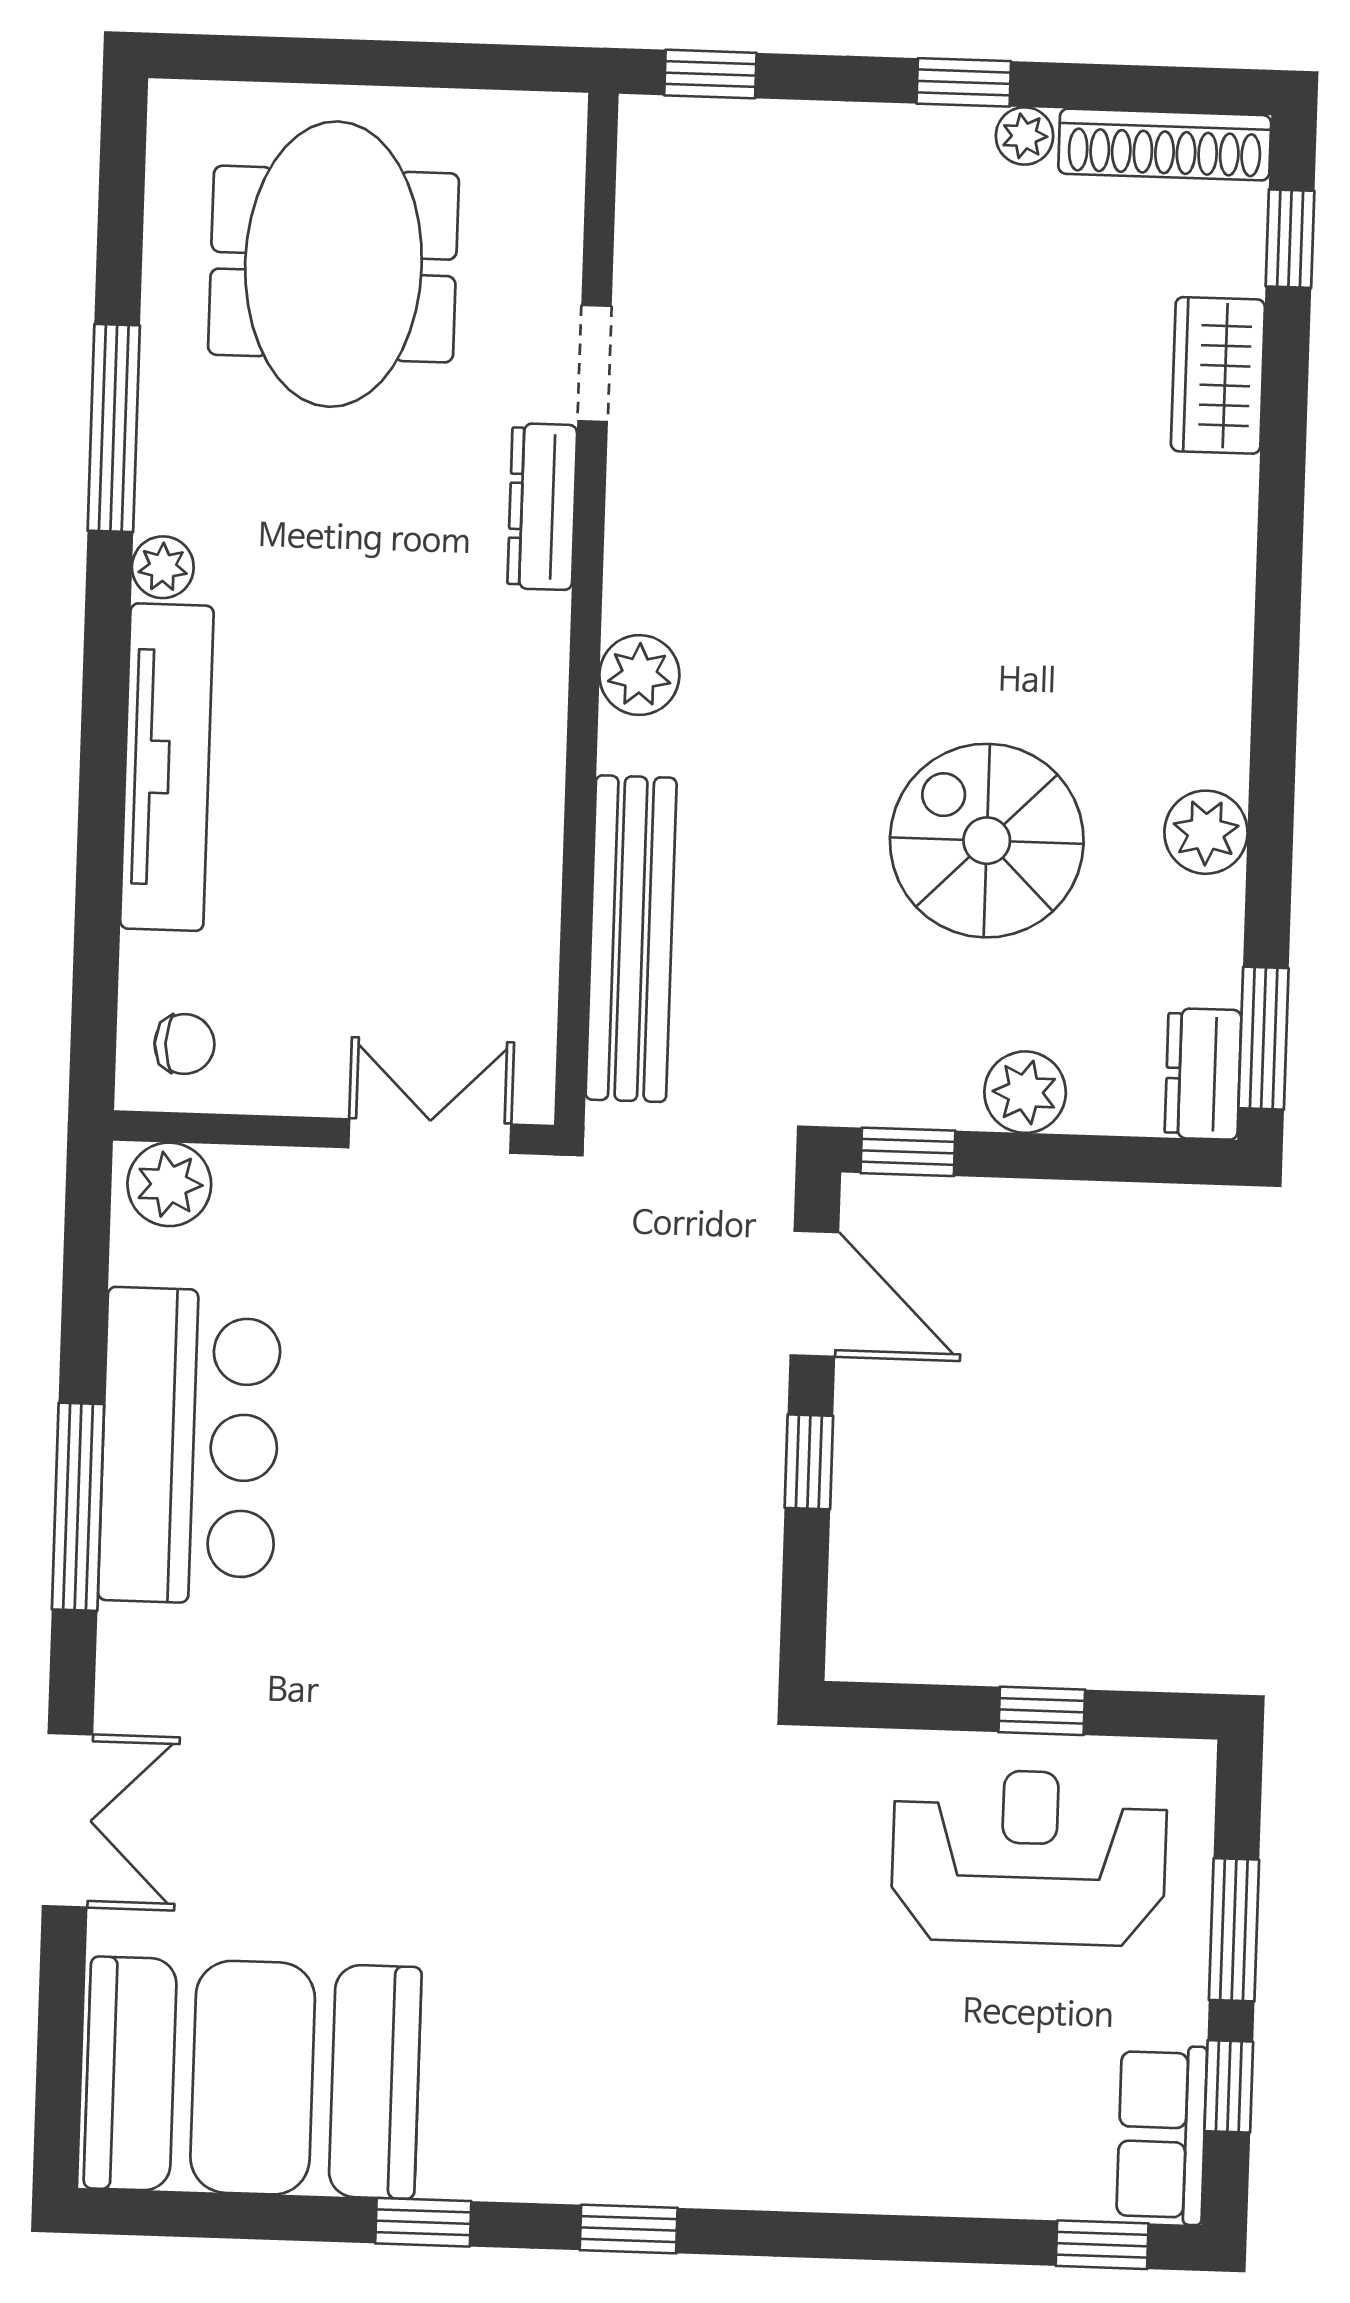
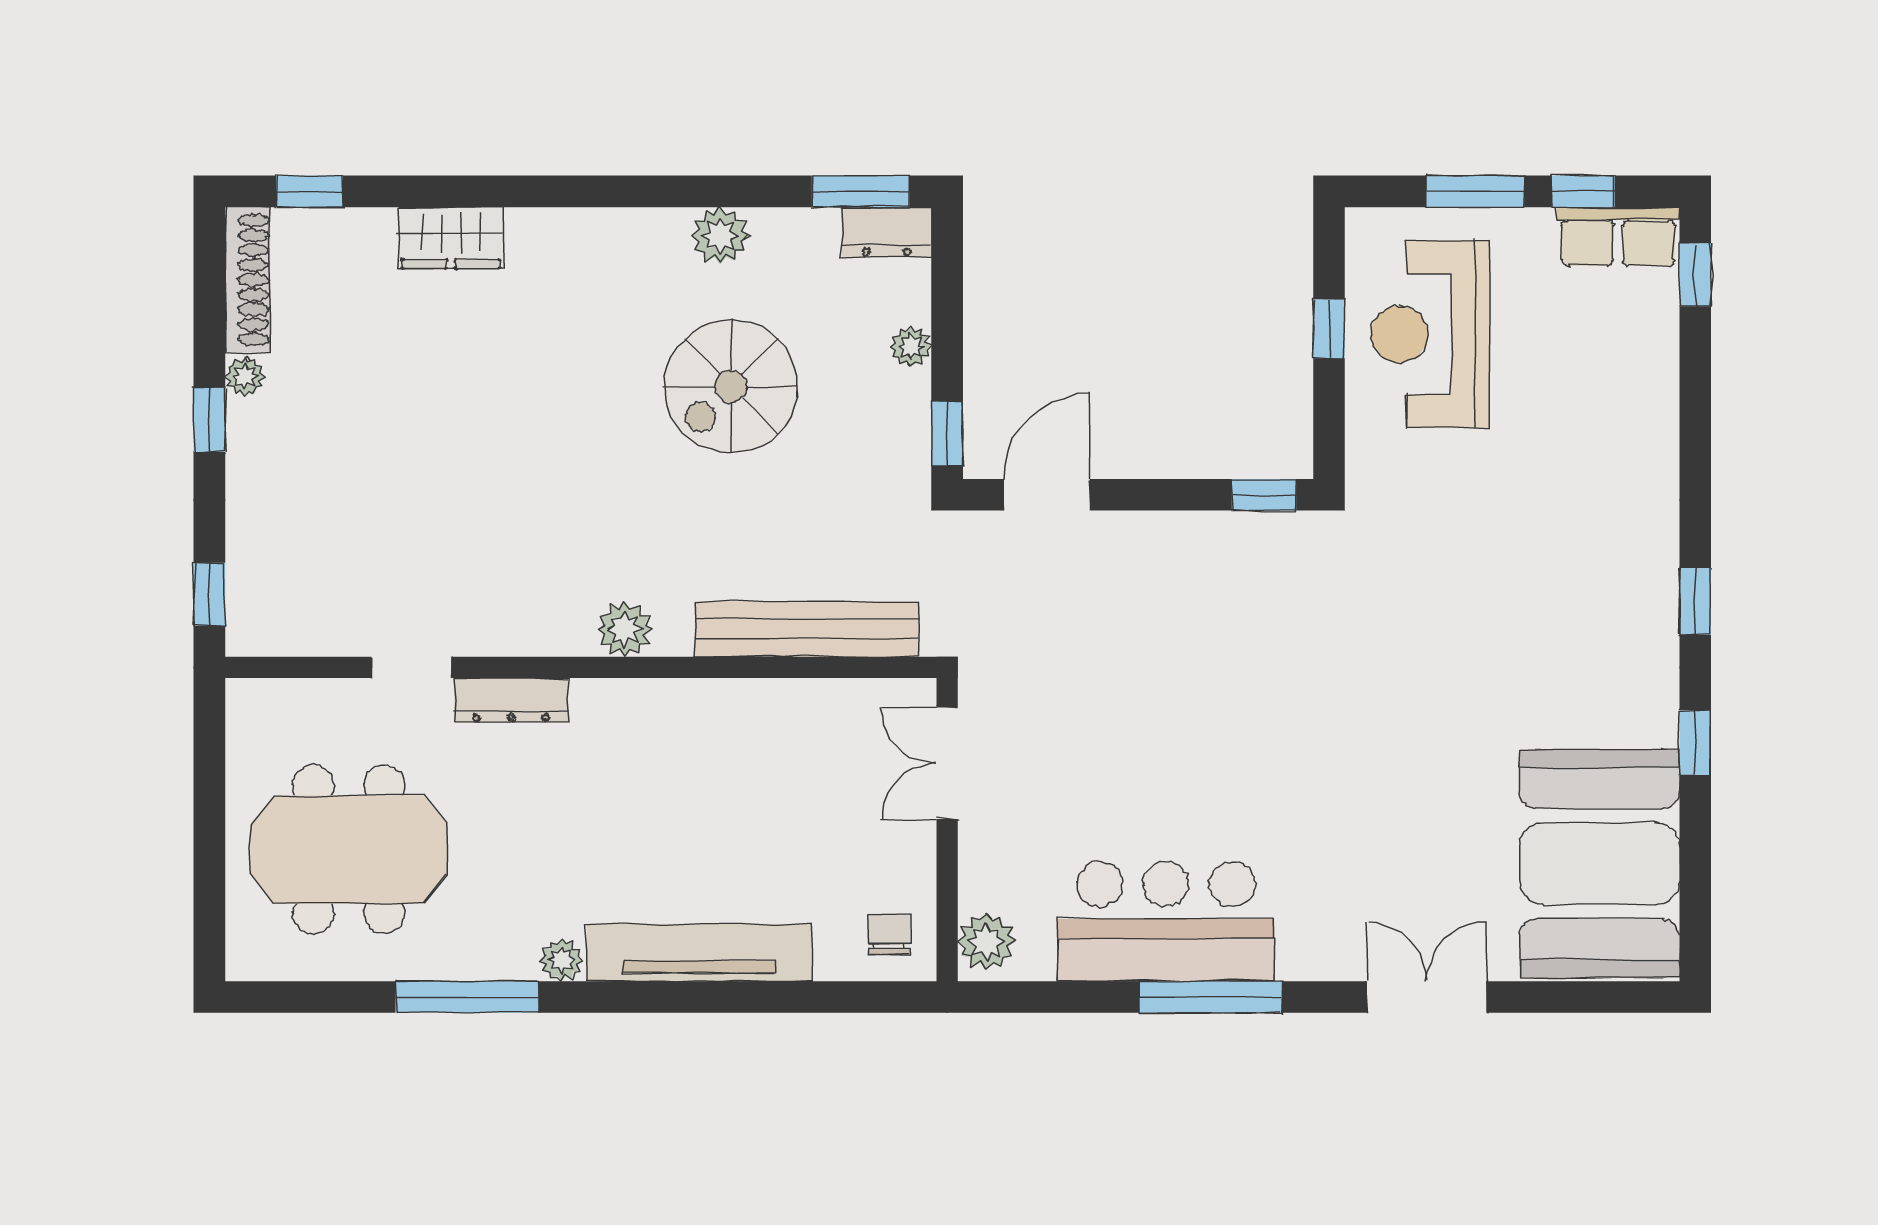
wardrobe: (1218, 375) -> (451, 238), moved
plant: (1025, 1092) -> (911, 347), width x0.73, depth x0.73
window: (809, 1462) -> (1264, 495), moved

